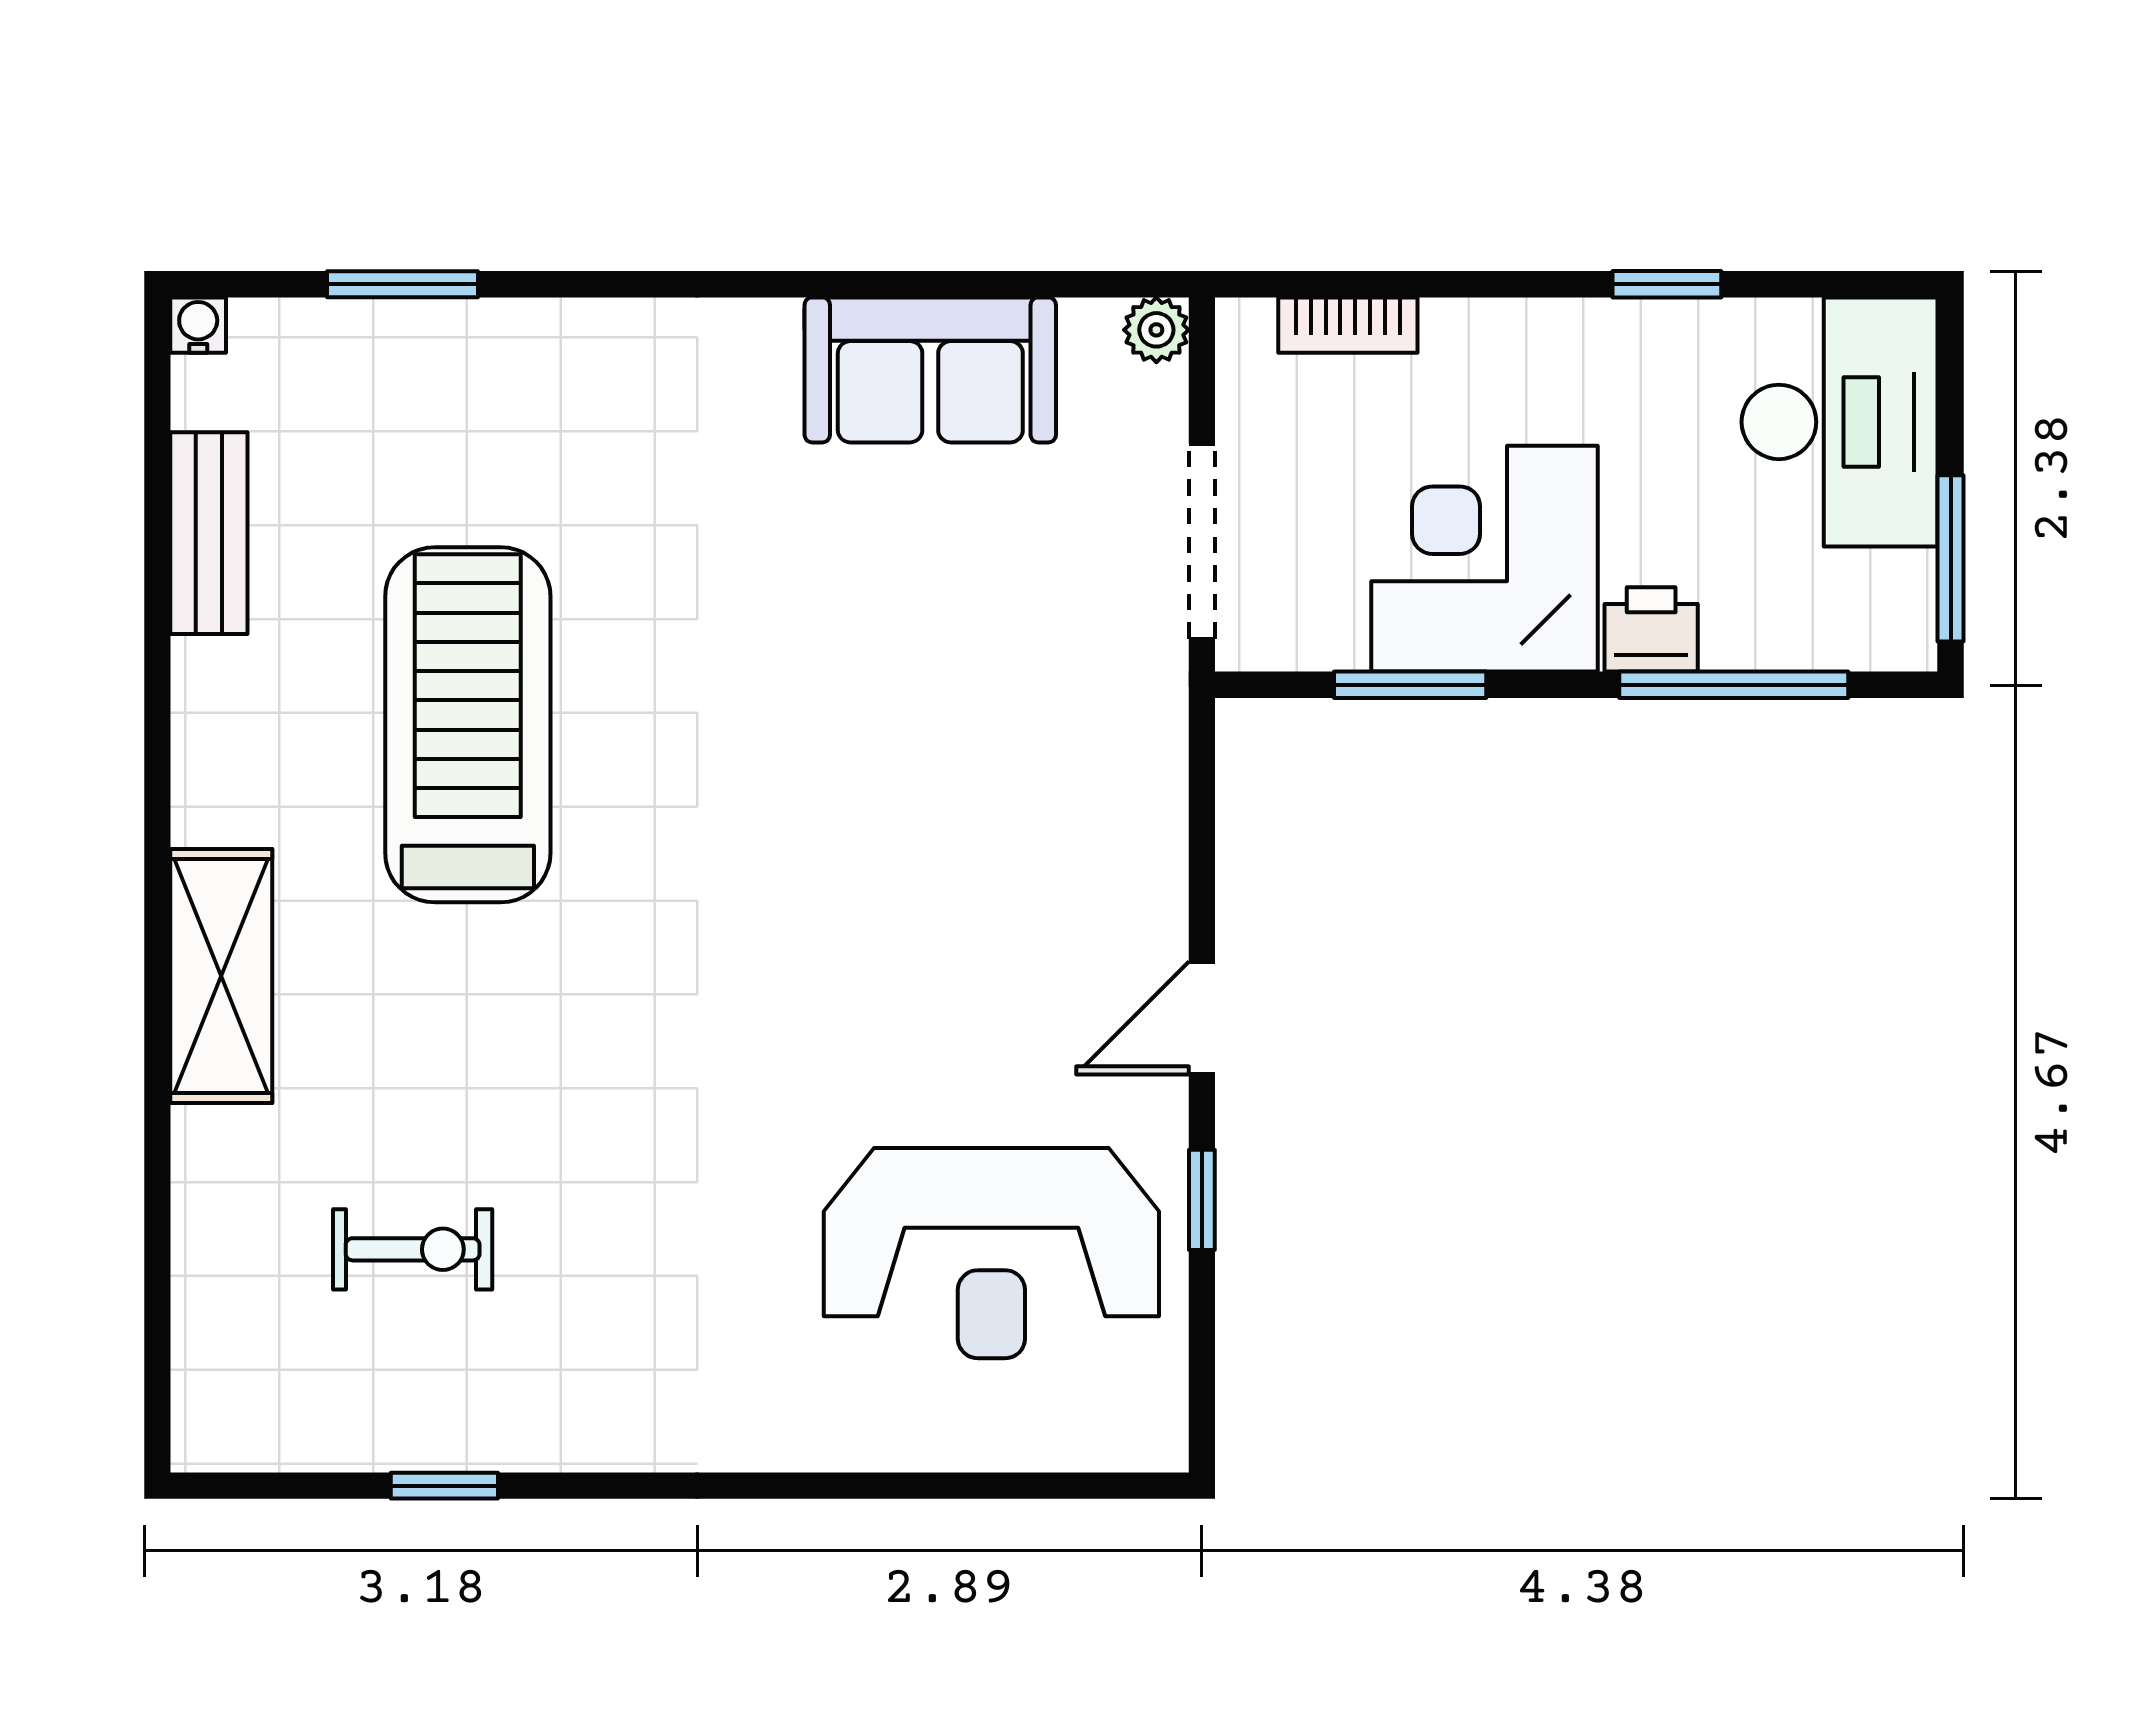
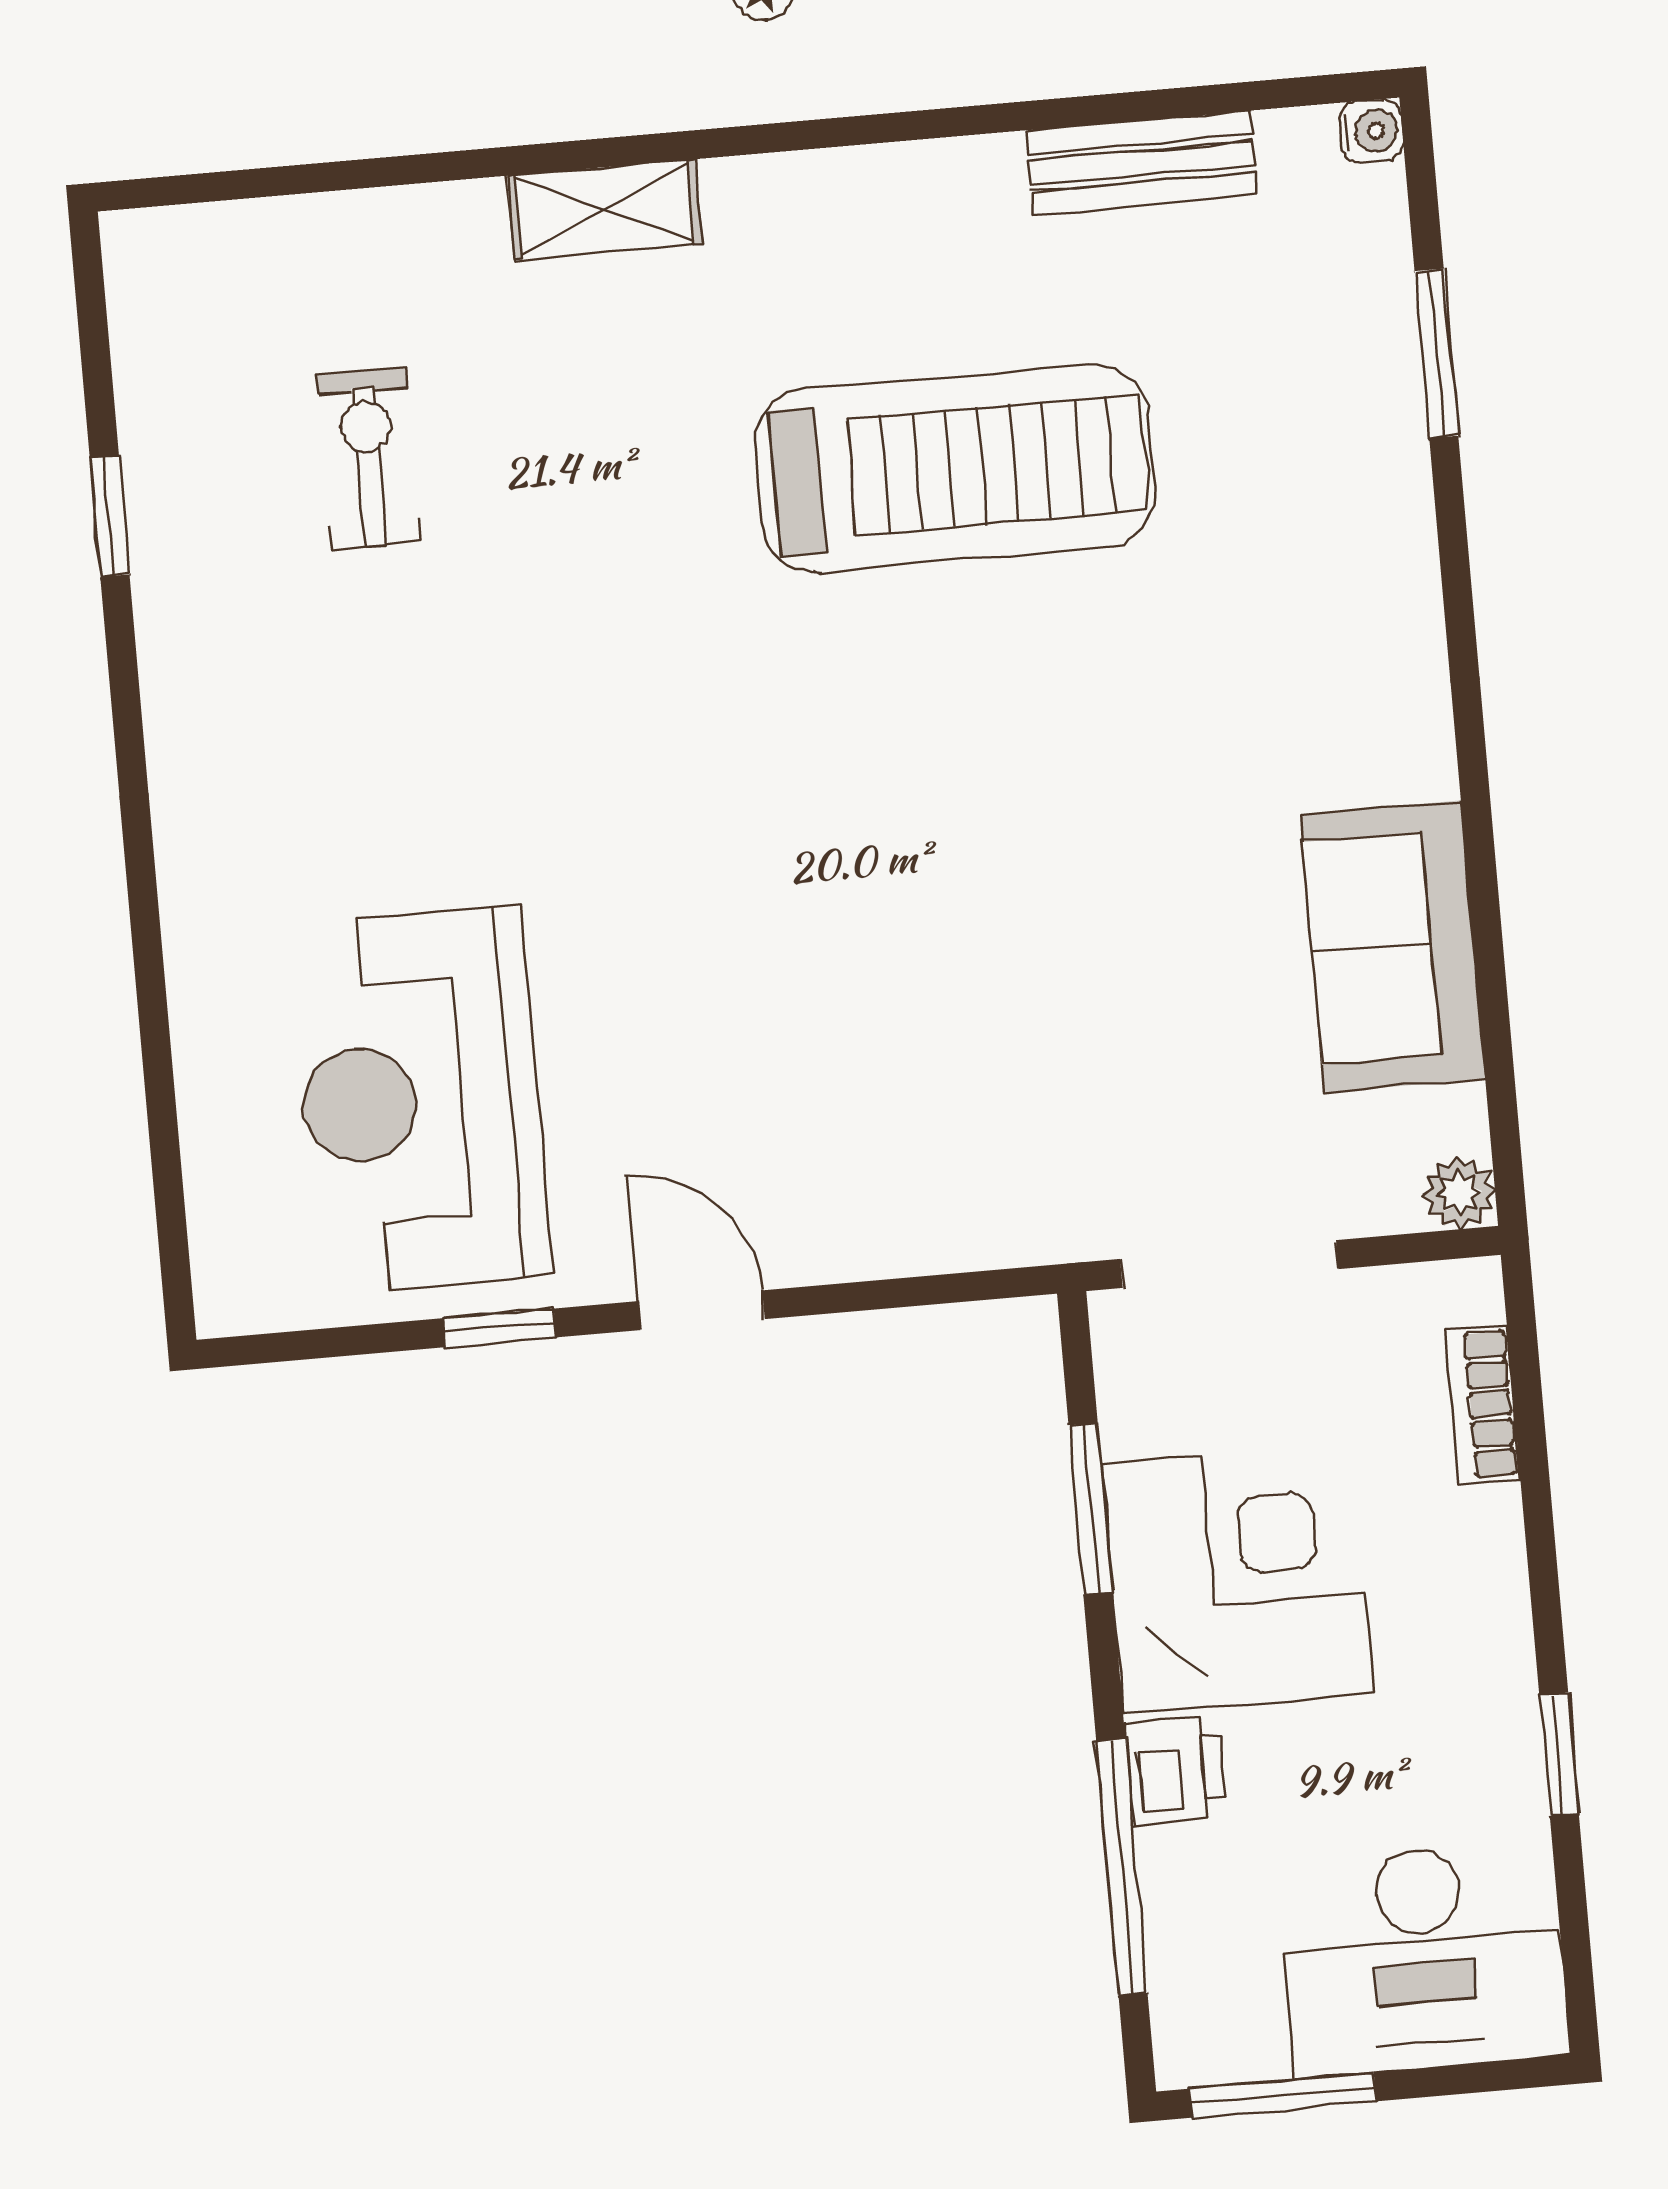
shelving: (221, 976) -> (604, 210), width x0.67, depth x0.75
exercise bike: (413, 1249) -> (368, 458), turned 180

